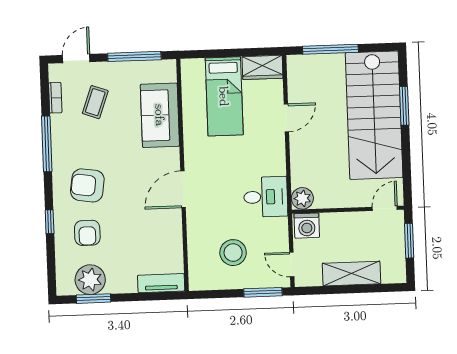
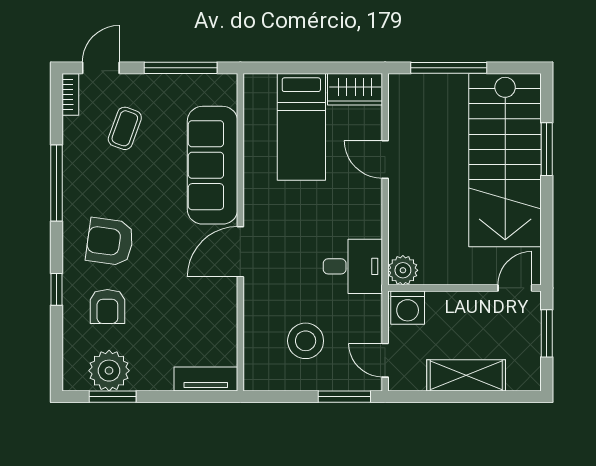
bookcase: (55, 98) -> (70, 94), moved
sofa: (160, 115) -> (212, 165), width x1.36
door: (286, 118) -> (385, 160), swing flipped

